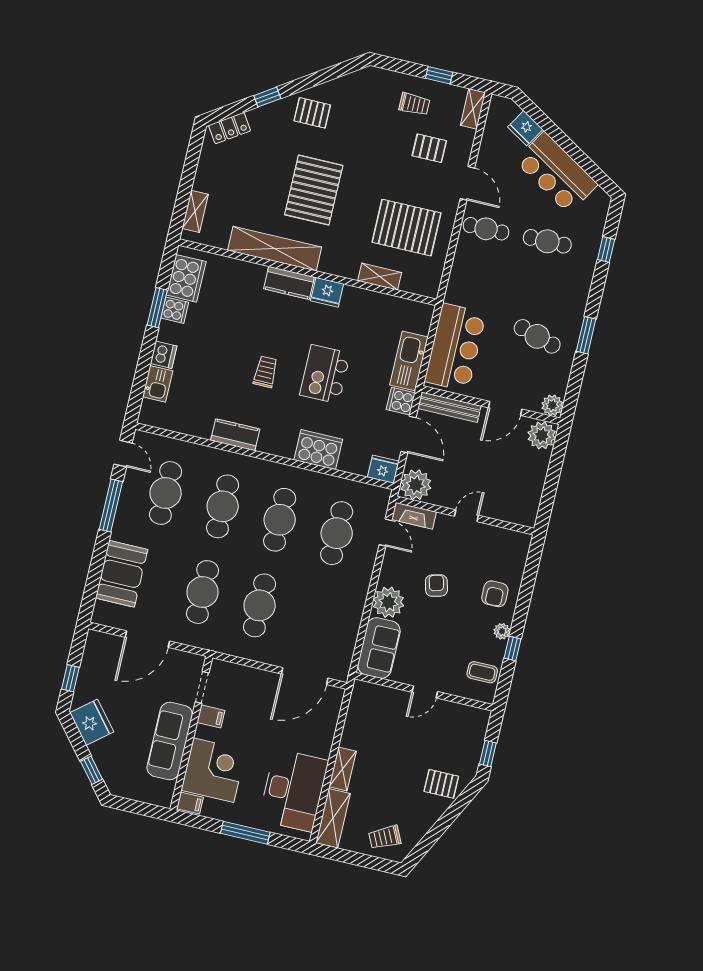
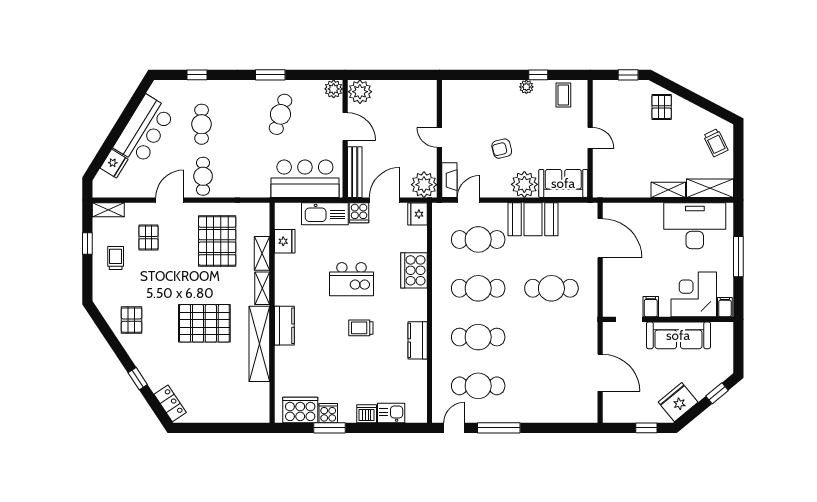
pallet: (312, 113) -> (132, 320), moved
shelving: (195, 211) -> (262, 288), moved, turned 90
fridge: (327, 292) -> (285, 241), moved
booth: (122, 574) -> (533, 219), moved
cafe table: (202, 592) -> (551, 337), removed
armchair: (495, 594) -> (497, 100), removed

